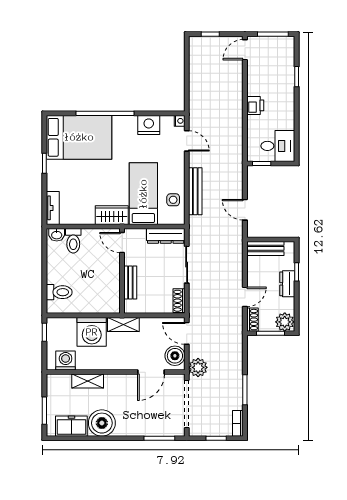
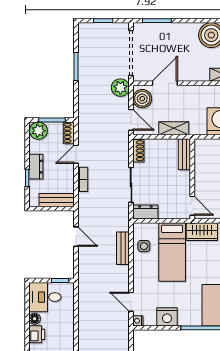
printer: (255, 105) -> (37, 334), moved, turned 180
floor lamp: (289, 123) -> (35, 319), added
bench: (195, 191) -> (123, 248), width x0.73
dresser: (166, 236) -> (145, 212), width x0.70
bench: (130, 282) -> (184, 154), moved
shelving: (123, 324) -> (174, 128), moved
bookcase: (238, 423) -> (83, 179), moved

